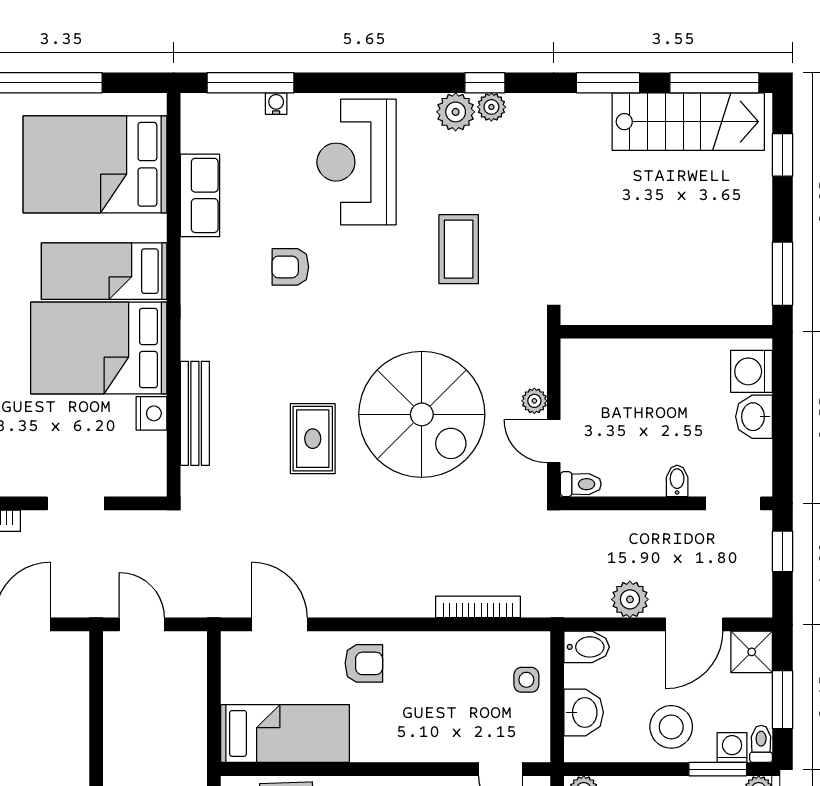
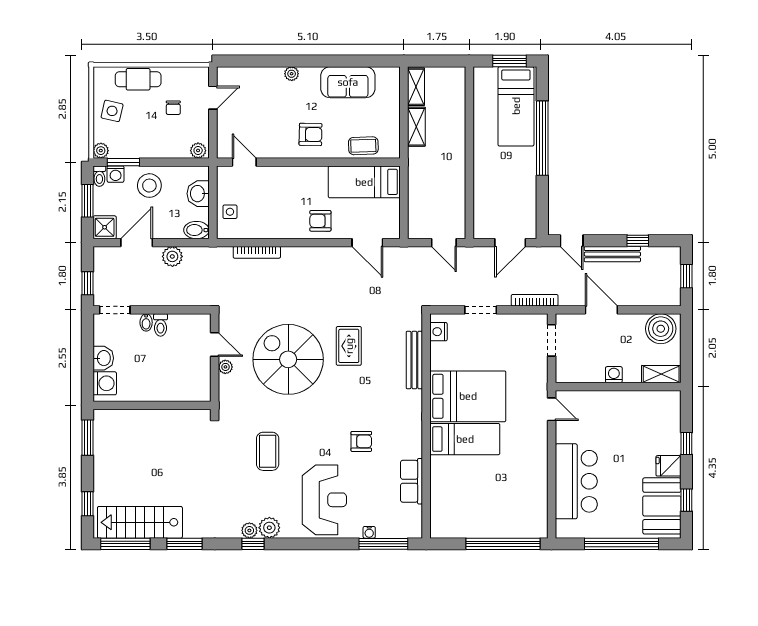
bed: (95, 164) -> (470, 499), removed
nightstand: (151, 413) -> (439, 332), moved
toilet: (581, 484) -> (161, 325), moved, turned -90

